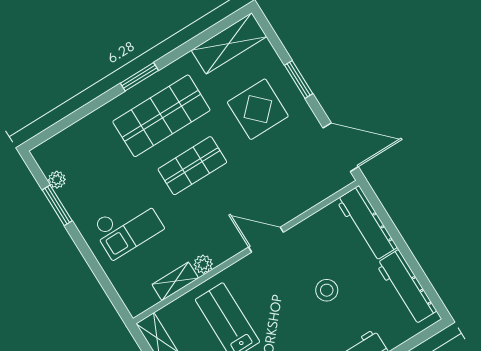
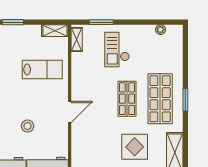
window: (57, 205) -> (101, 22), moved
plant: (203, 264) -> (77, 75), removed
shelving: (175, 281) -> (77, 40), moved

